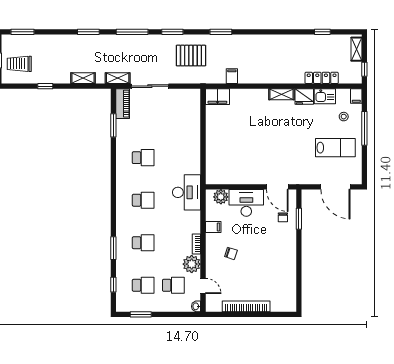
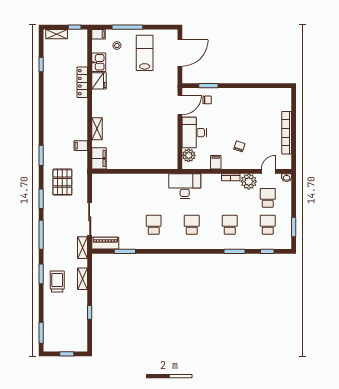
trolley: (19, 64) -> (57, 281), moved, turned 180
locker: (322, 78) -> (82, 82), moved
shelving: (281, 94) -> (97, 129), moved

